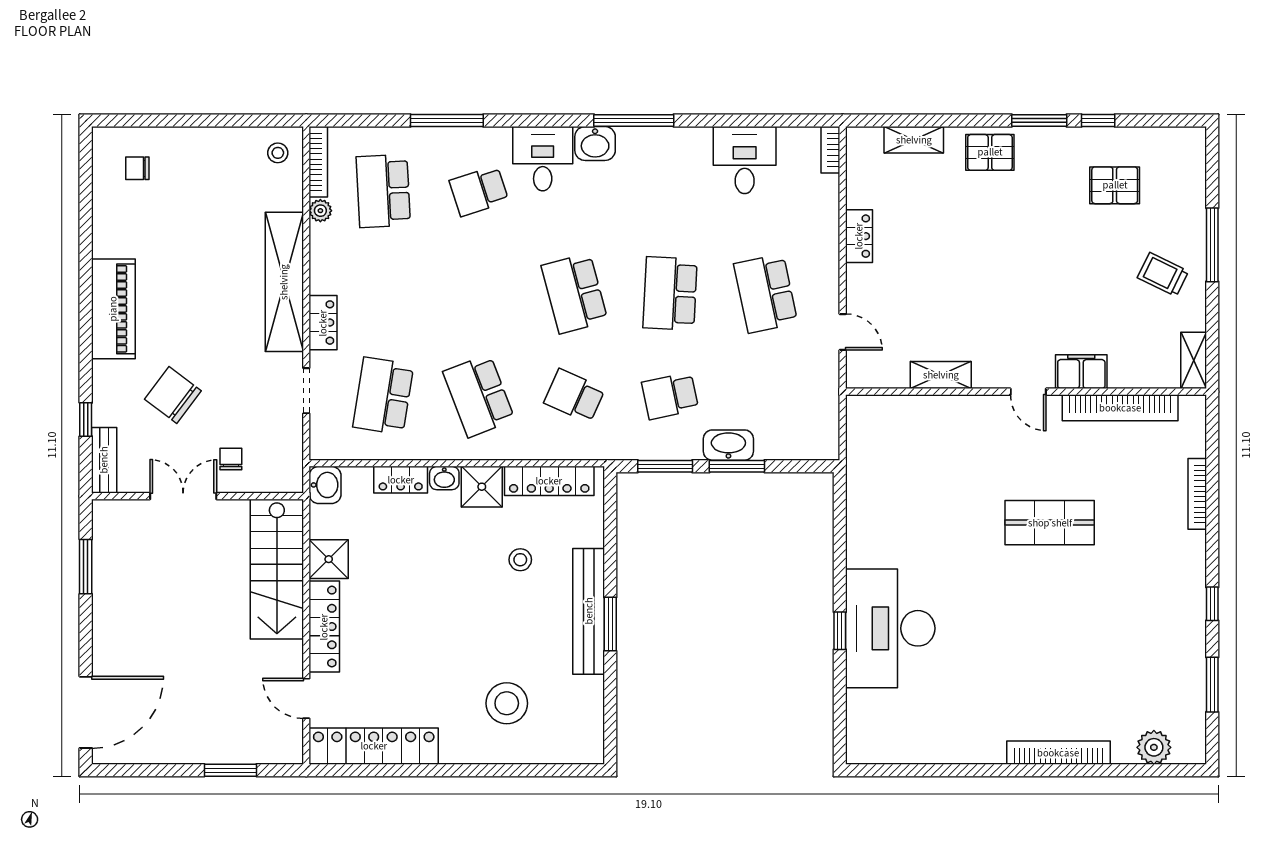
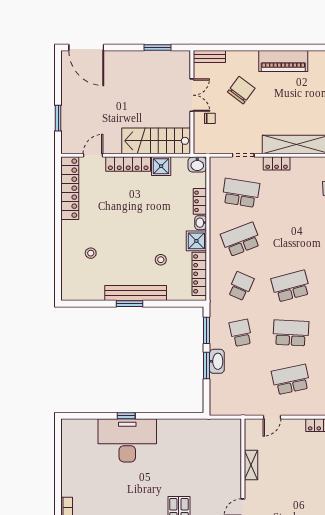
window: (86, 419) -> (229, 48), removed
stool: (507, 703) -> (91, 253), width x0.53, depth x0.53

